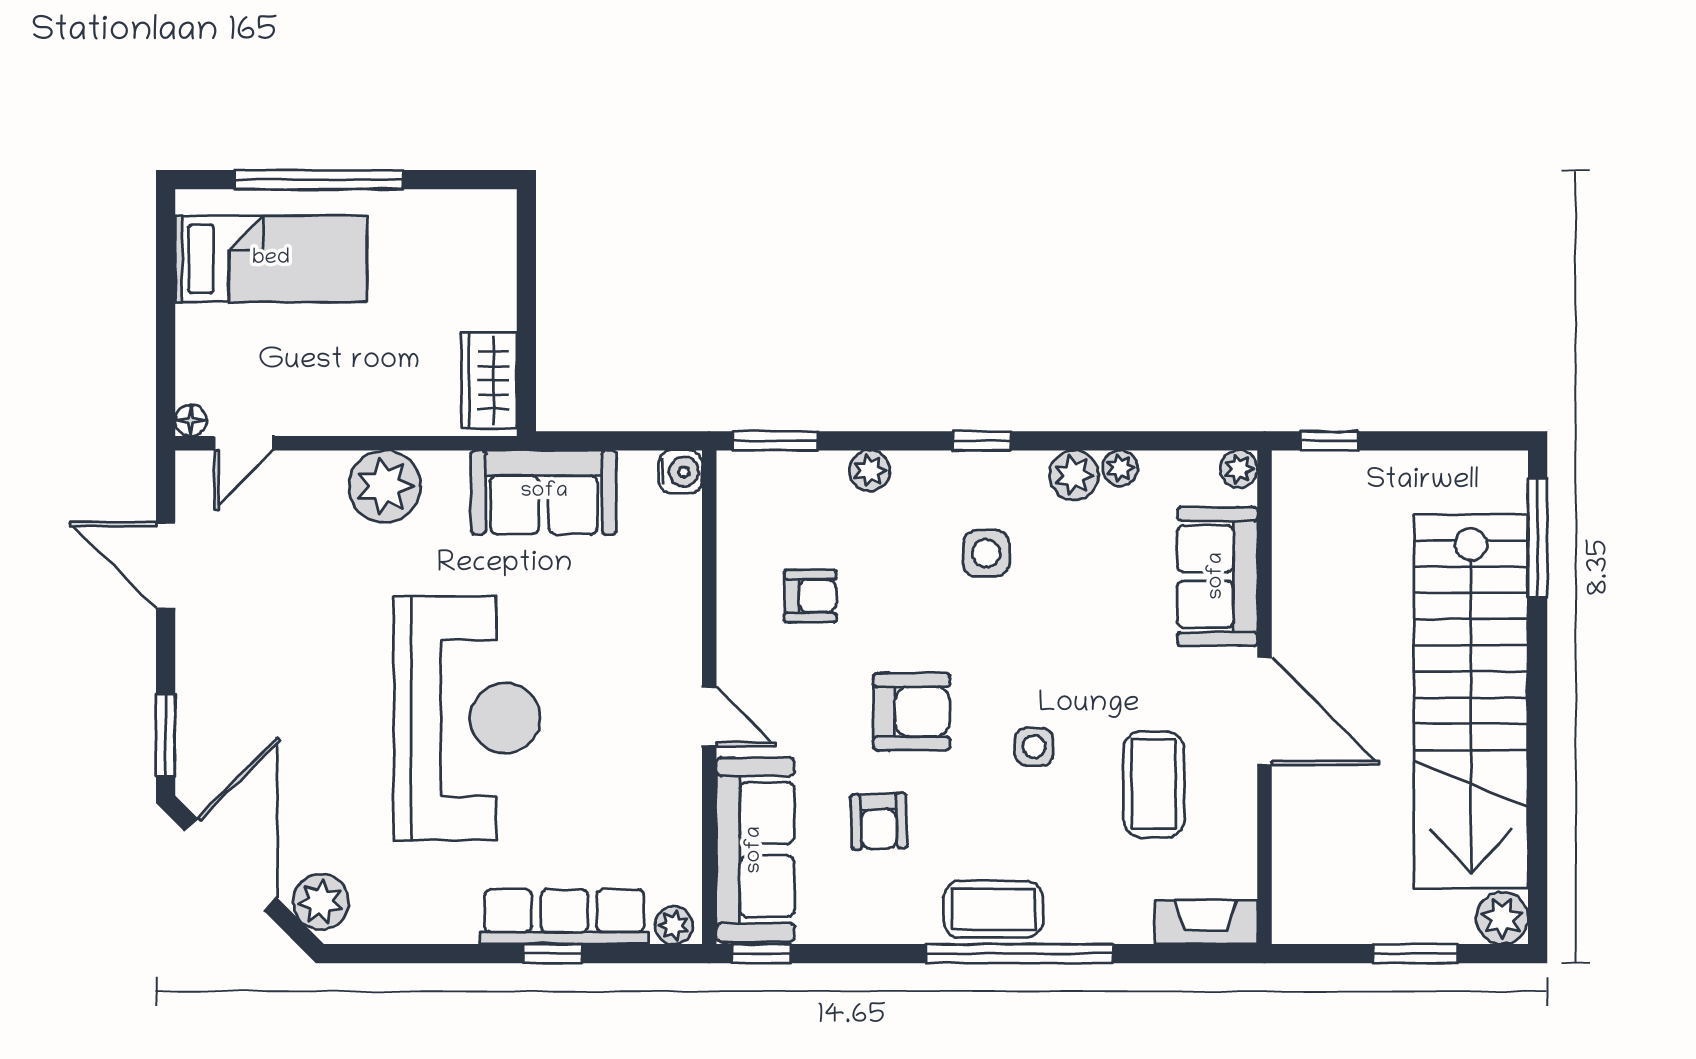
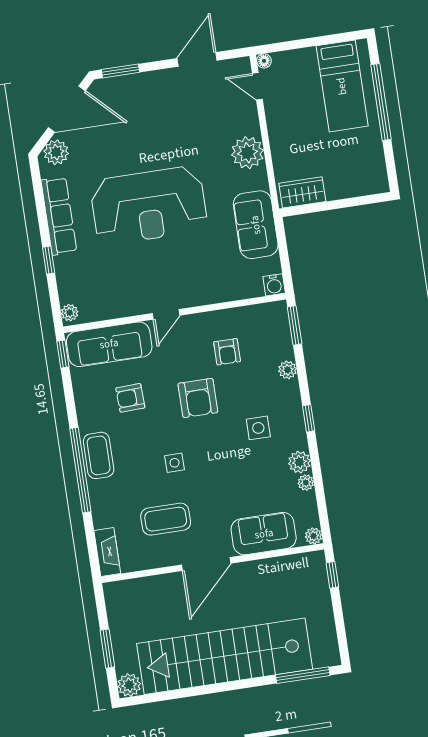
armchair: (911, 712) -> (198, 398), moved
row of seats: (564, 917) -> (59, 216), moved

